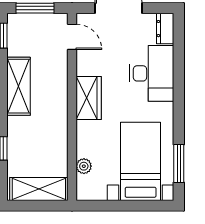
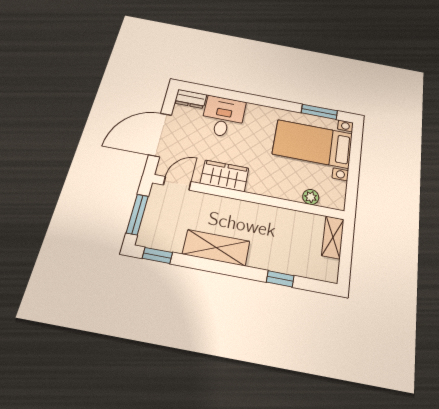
desk: (152, 73) -> (223, 117), width x0.73
wardrobe: (89, 98) -> (225, 176), moved
shelving: (39, 189) -> (333, 237), width x0.67, depth x0.75

